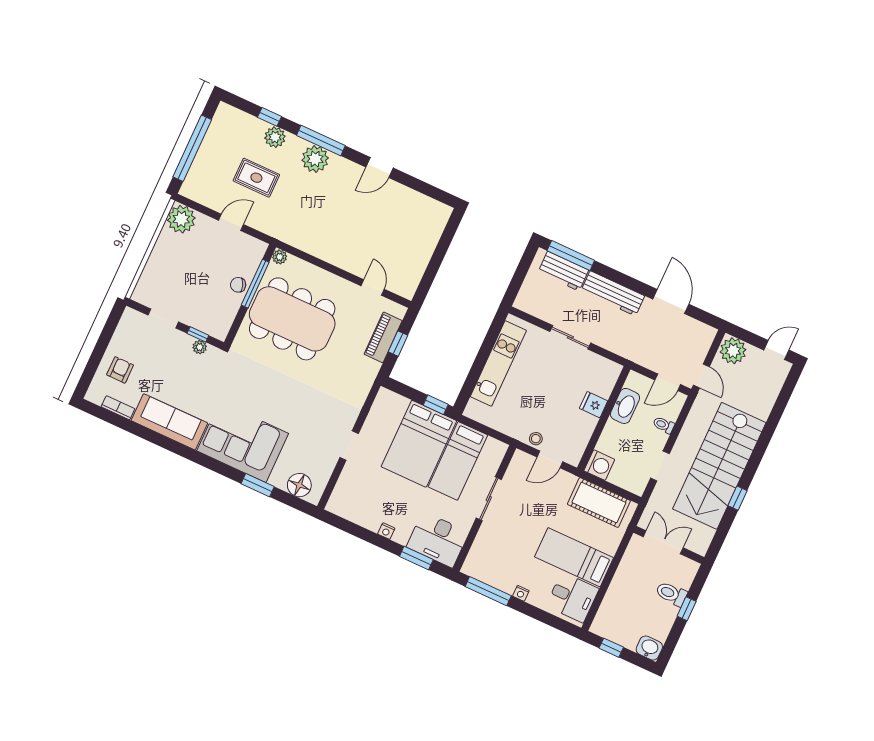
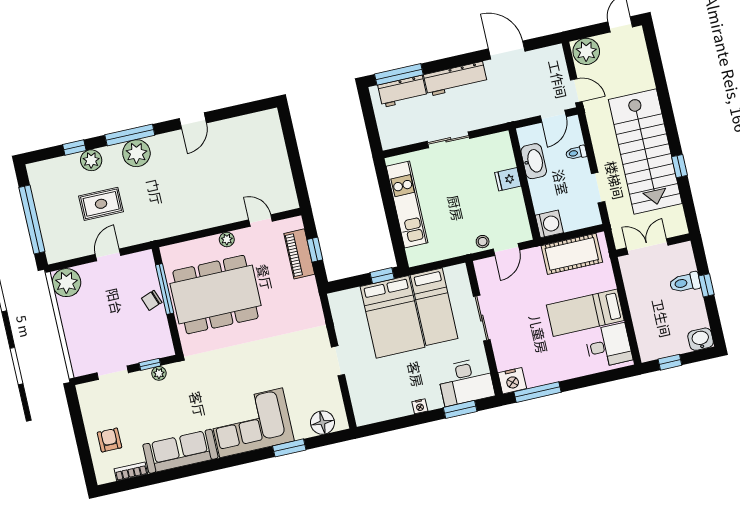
plant: (280, 257) -> (227, 239), moved
nightstand: (521, 593) -> (512, 381), moved, width x1.89, depth x1.79

